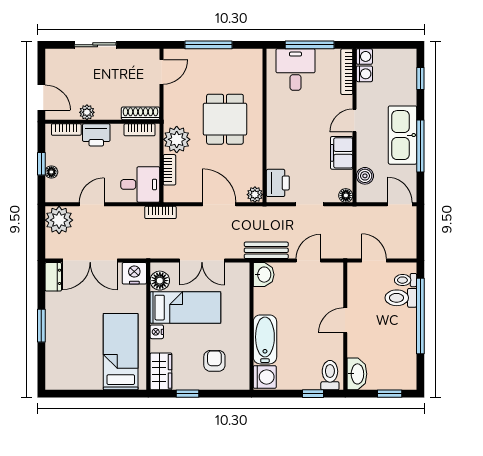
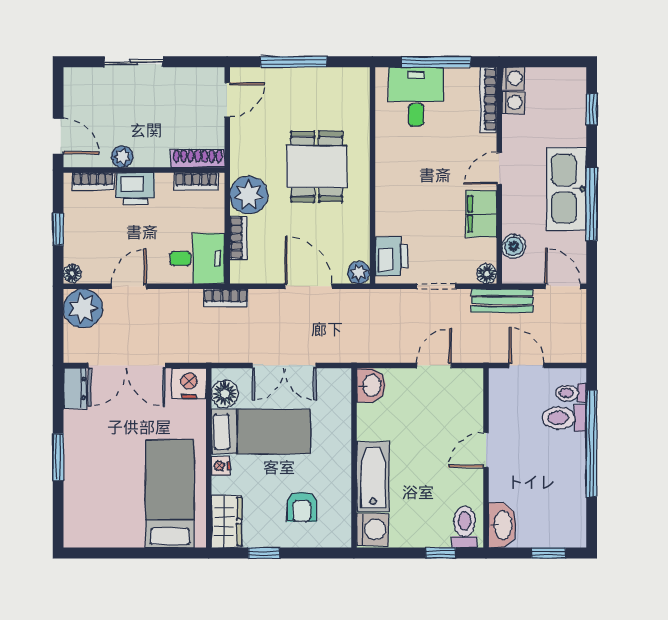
floor lamp: (51, 172) -> (72, 274), moved
bench: (266, 250) -> (502, 301), moved
armchair: (214, 361) -> (302, 507), turned 180

